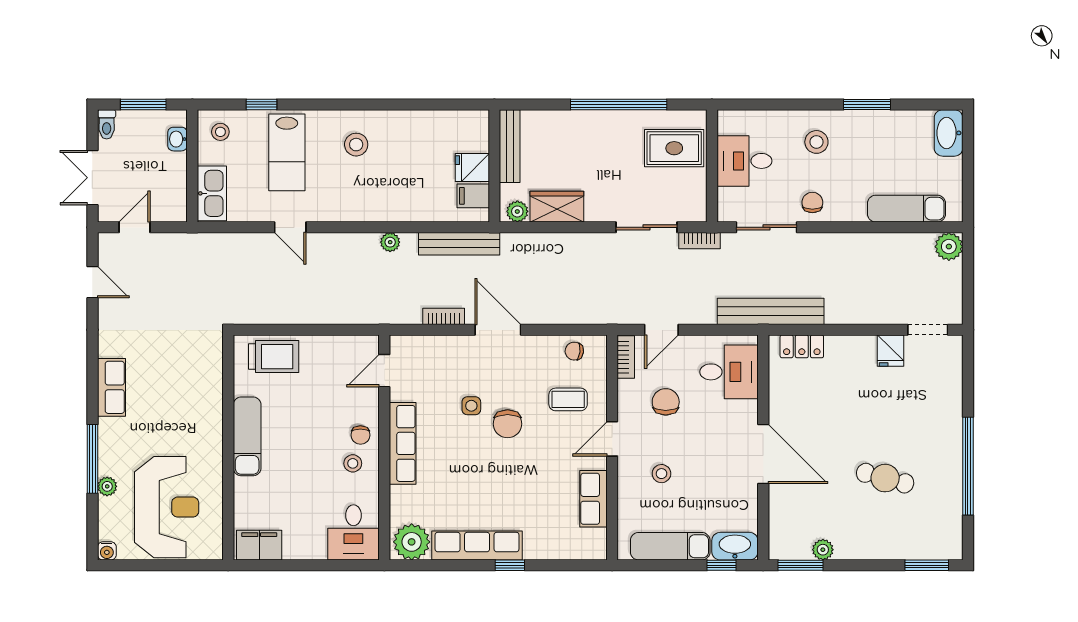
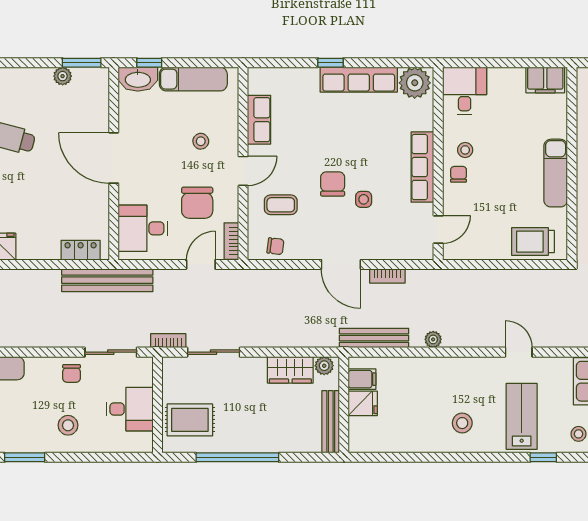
chair: (666, 402) -> (197, 203), width x1.37, depth x1.37

